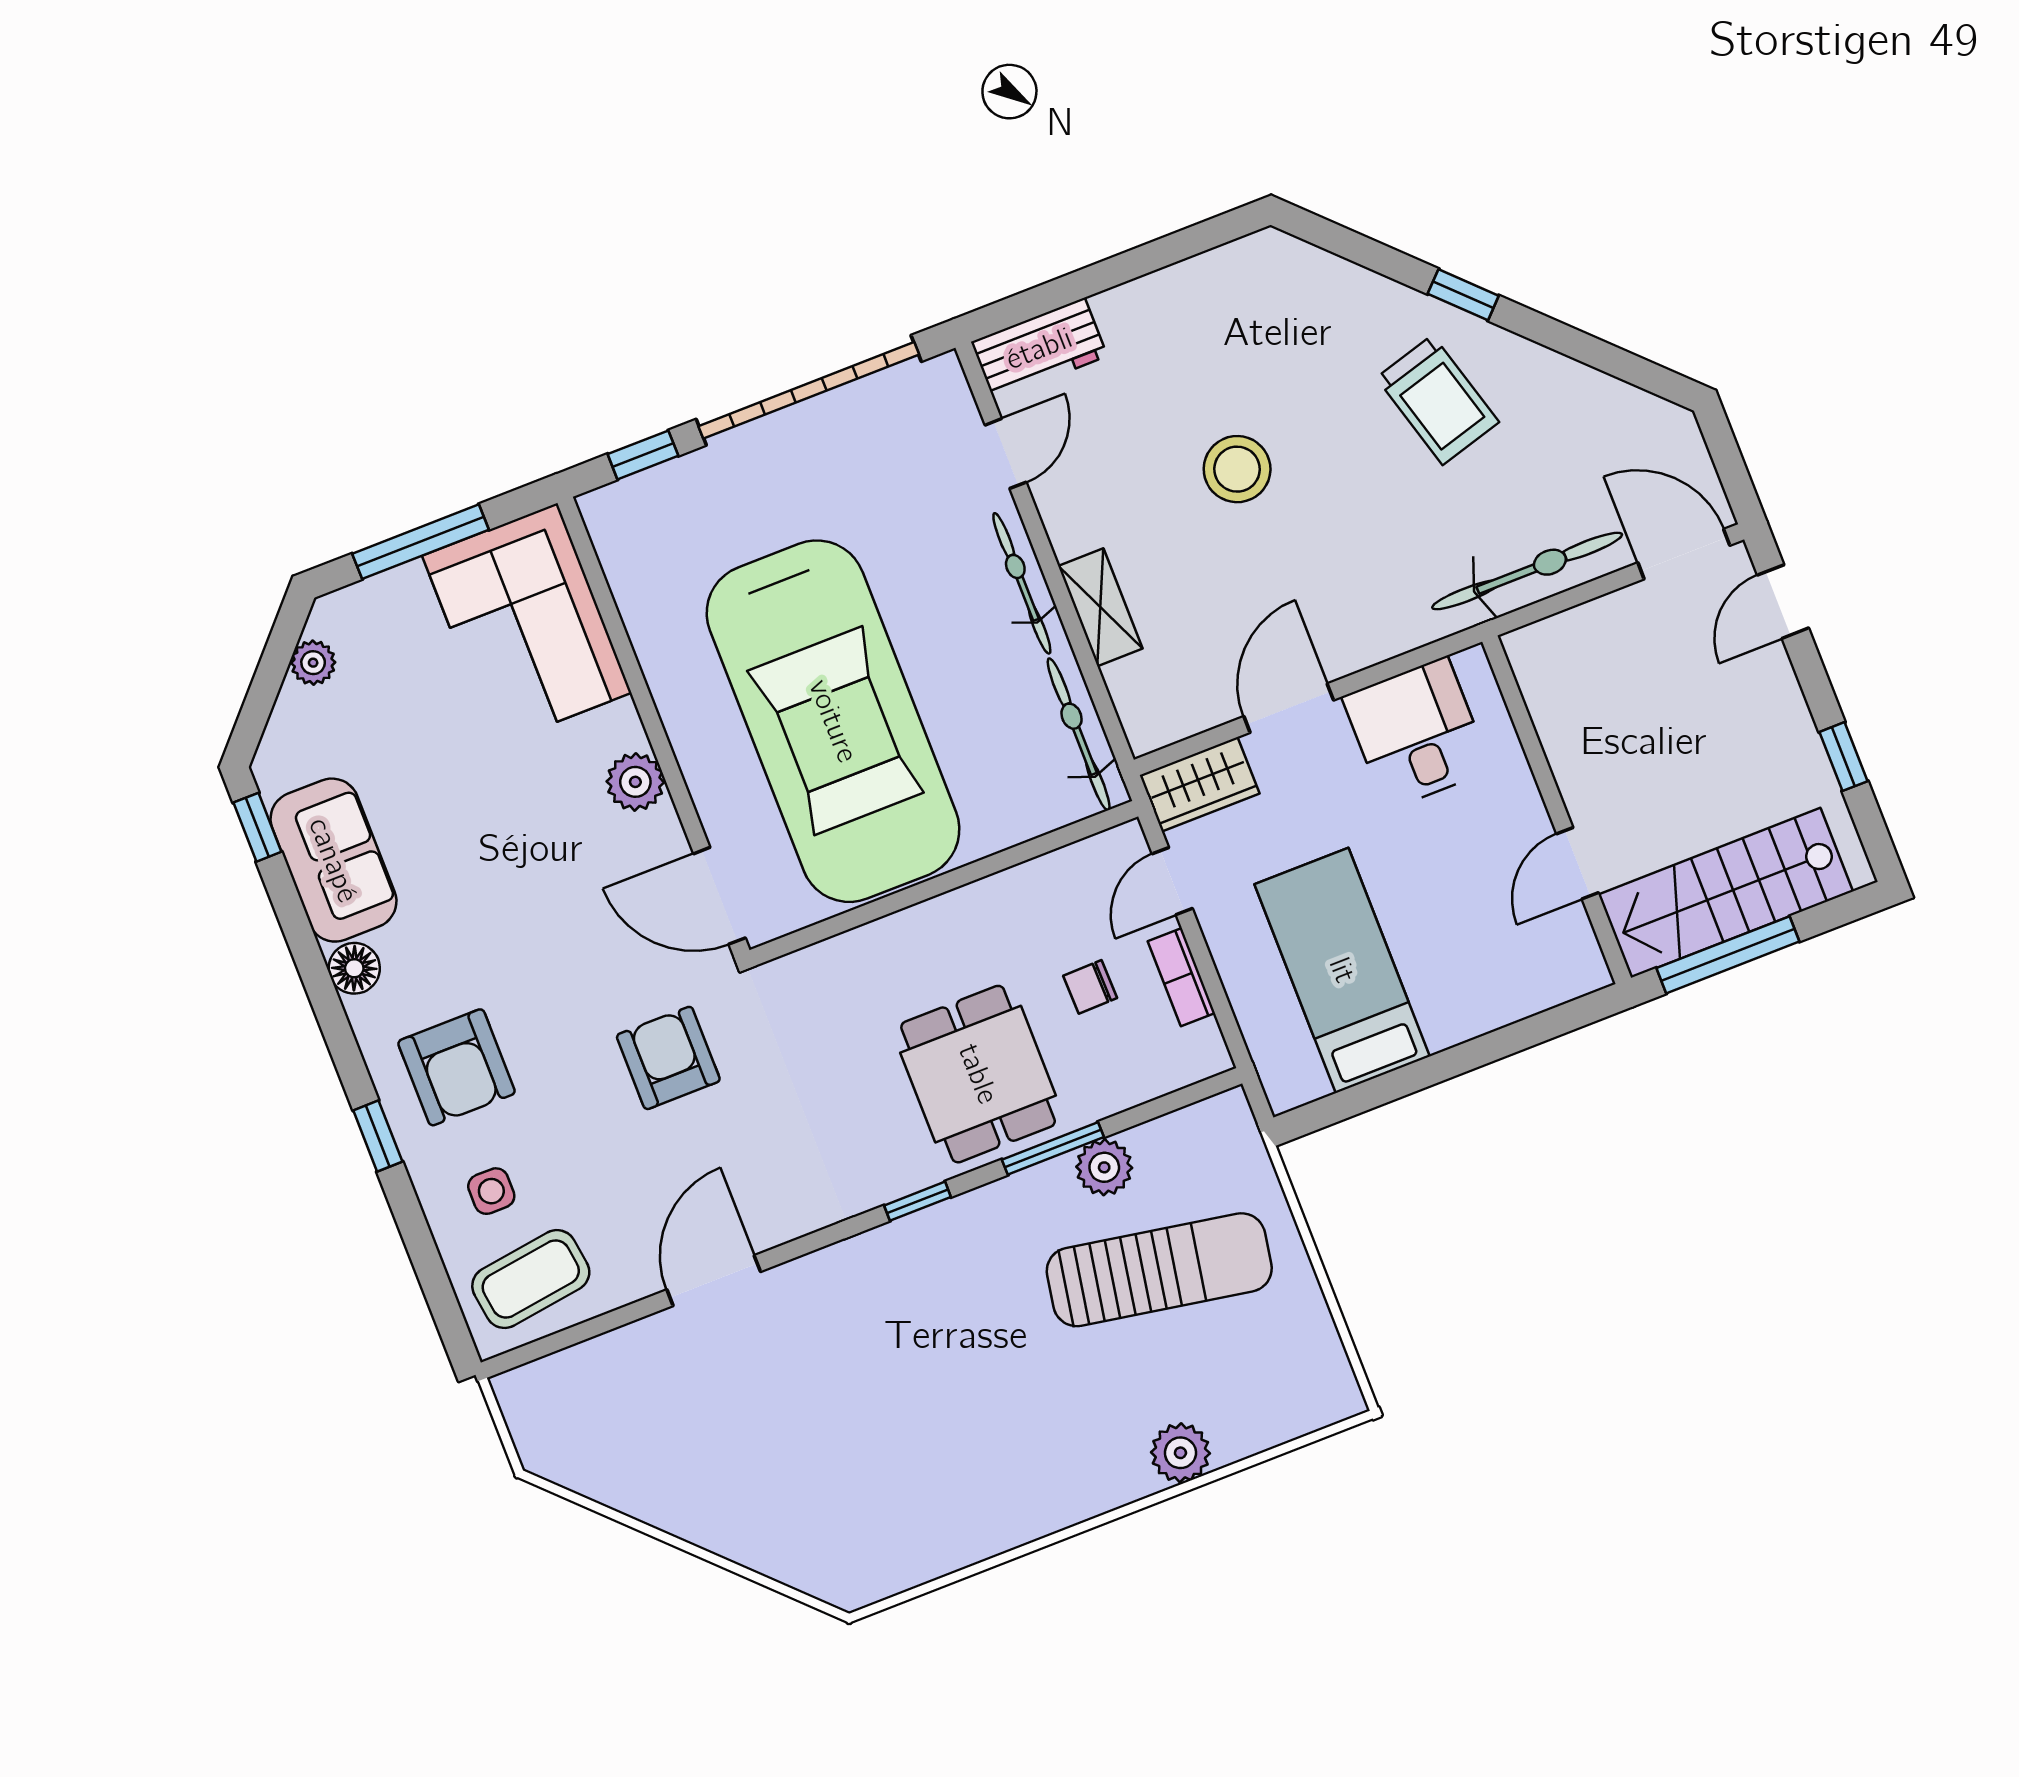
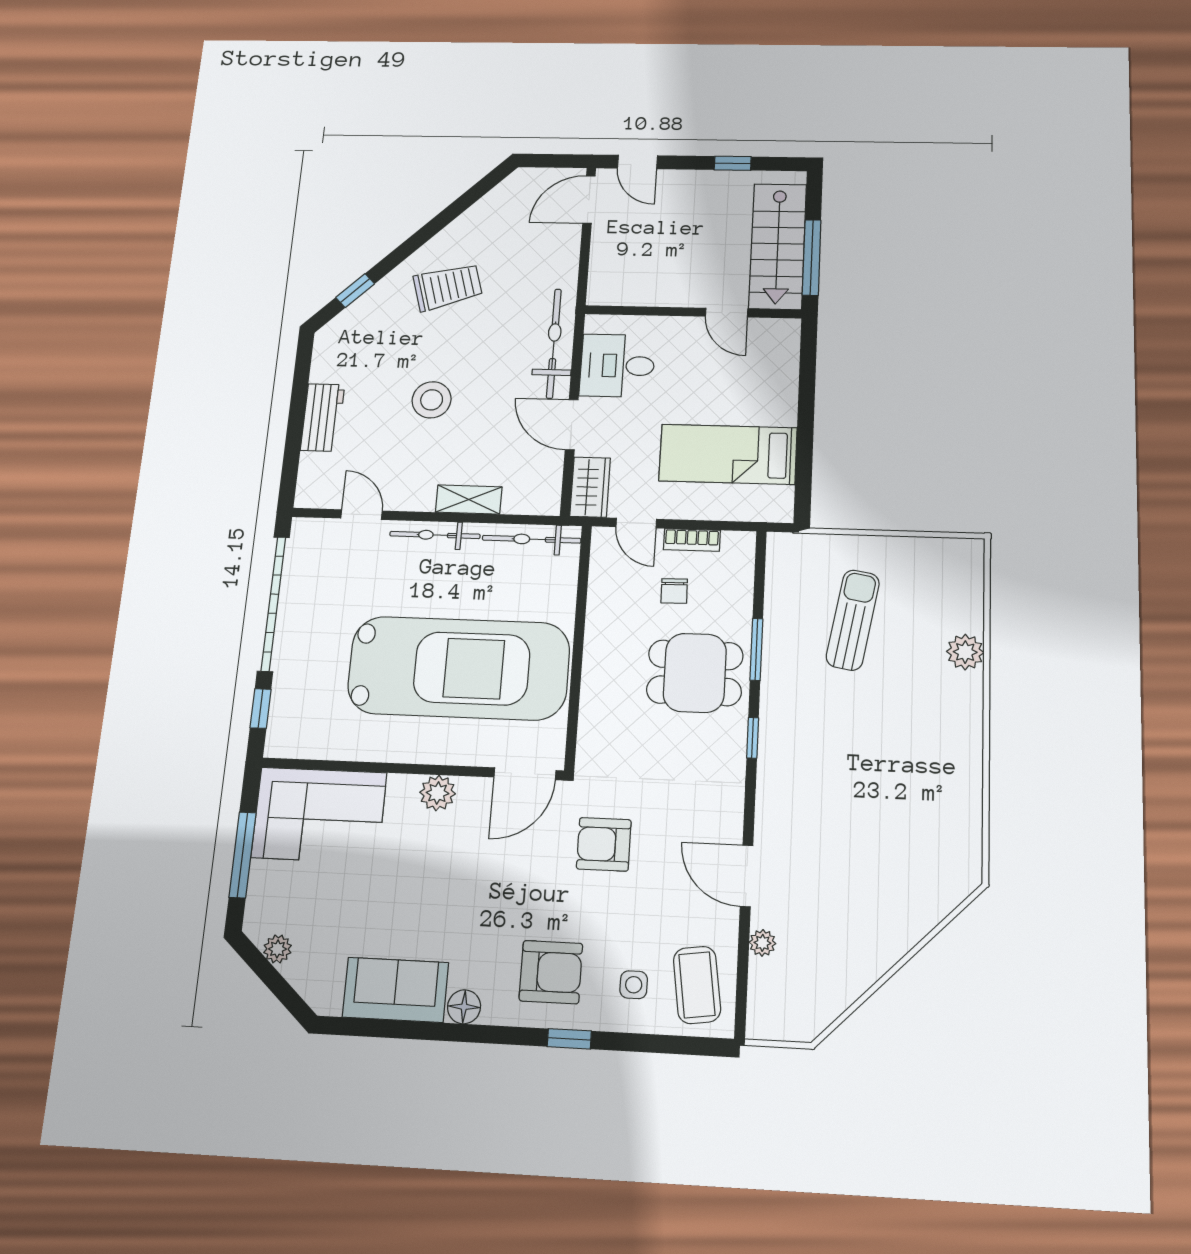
window: (1463, 295) -> (355, 291), moved
workbench: (1039, 349) -> (323, 417), moved
bicycle: (1527, 571) -> (554, 343), moved
window: (257, 827) -> (354, 1027), removed
plant: (1104, 1167) -> (762, 943), moved, width x0.73, depth x0.73
sun lounger: (1159, 1270) -> (853, 620), width x0.73, depth x0.75

